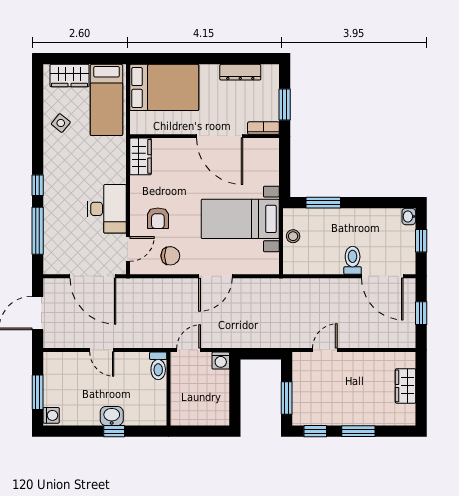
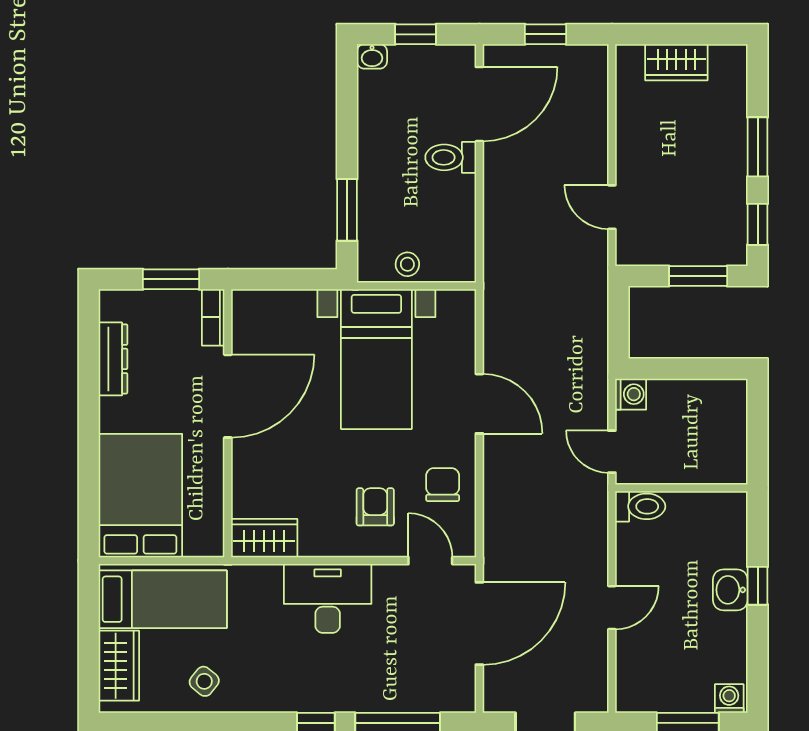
desk: (107, 209) -> (328, 598), moved
armchair: (158, 218) -> (375, 507), turned -90

